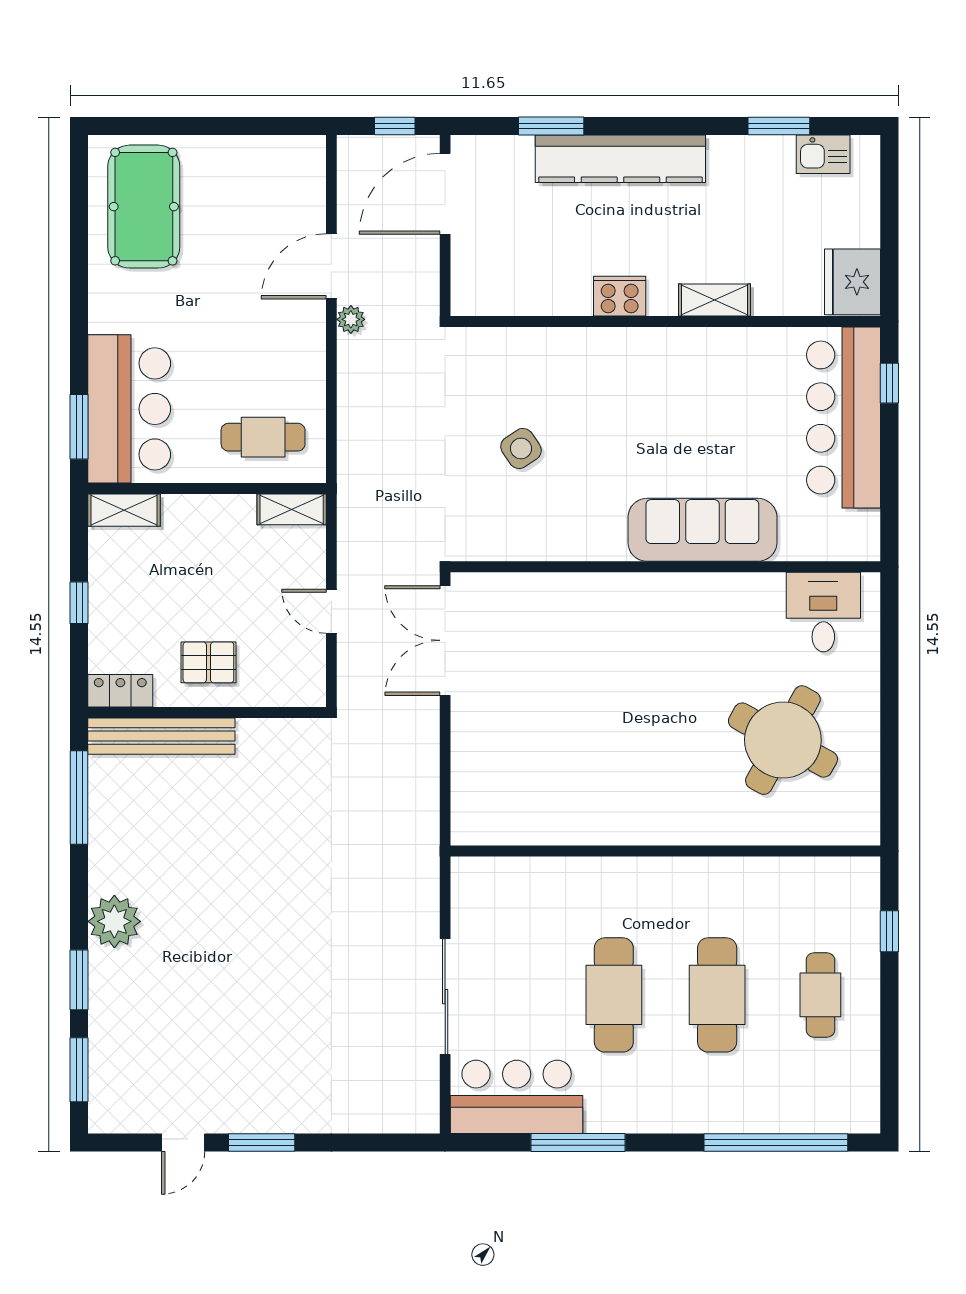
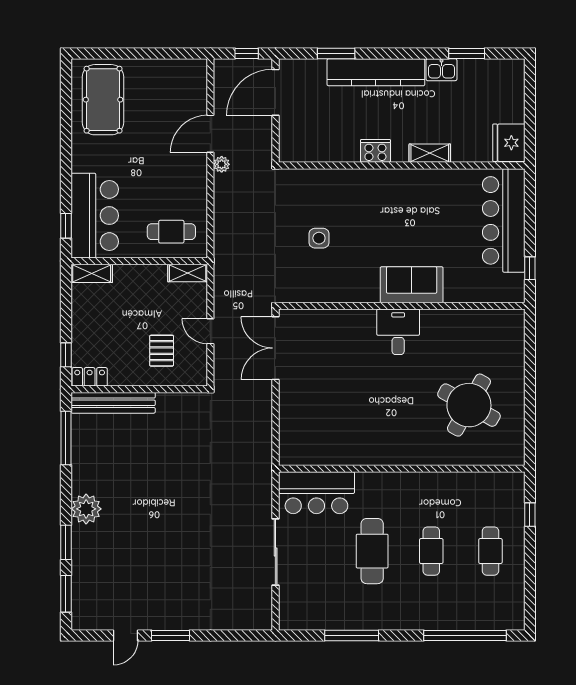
kitchen sink: (823, 154) -> (441, 70), moved
window: (889, 383) -> (530, 268), moved
window: (79, 427) -> (66, 226), width x0.67
side table: (521, 448) -> (319, 238), turned 34
sofa: (702, 530) -> (412, 285), width x0.73
window: (79, 603) -> (66, 355), moved
desk: (823, 612) -> (398, 332), moved
pallet: (208, 662) -> (162, 351), moved, turned 90
cafe table: (717, 995) -> (431, 551), width x0.73, depth x0.74
bar counter: (517, 1097) -> (316, 493), moved, turned 180

